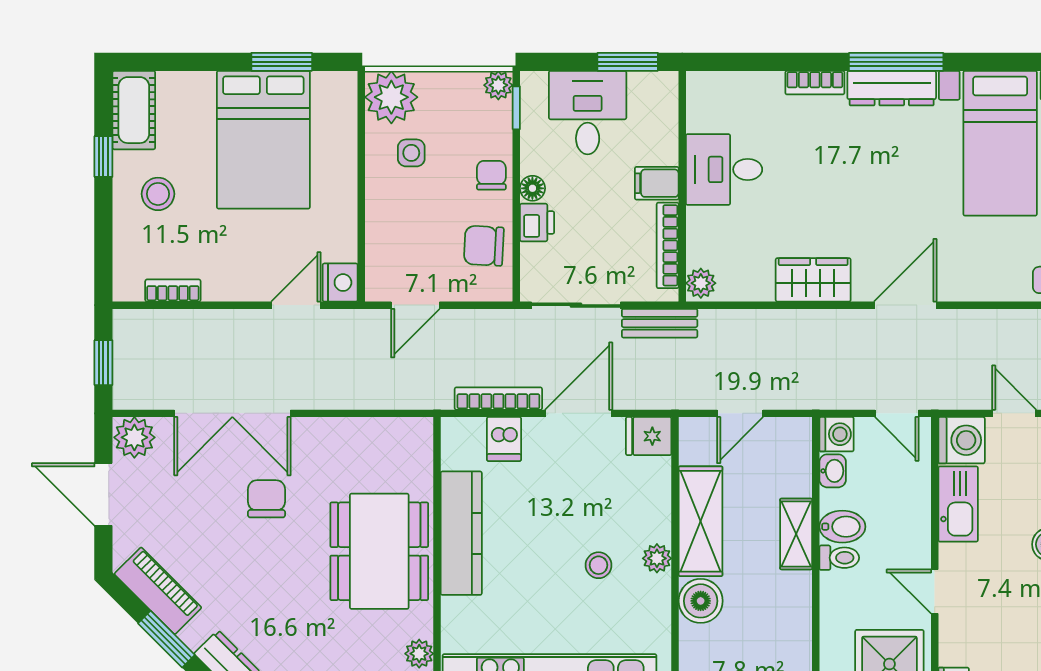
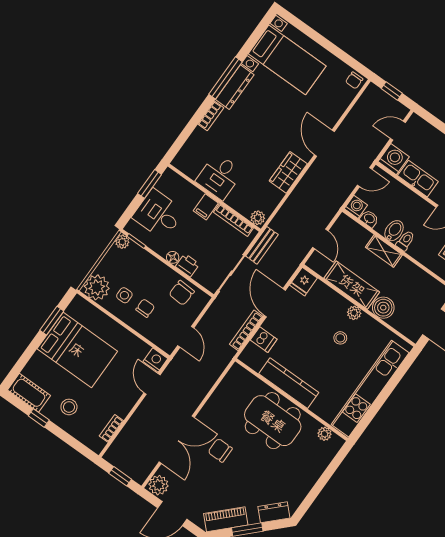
chair: (491, 175) -> (145, 308), moved, turned 90

